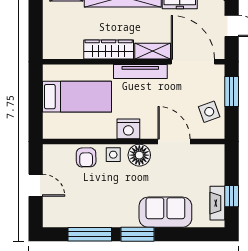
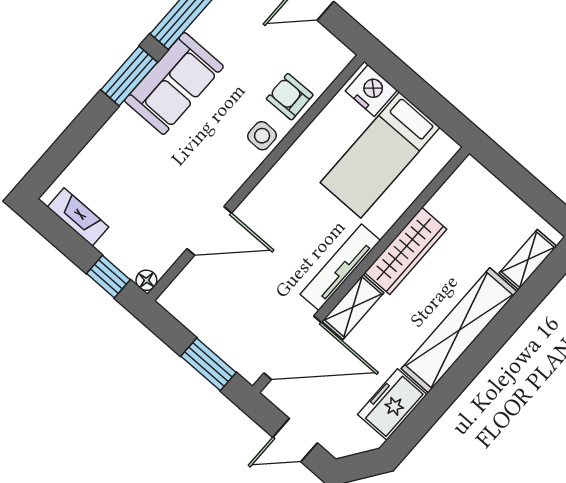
side table: (209, 112) -> (208, 312), removed
nightstand: (128, 129) -> (371, 90), moved, turned 90
floor lamp: (139, 155) -> (146, 280), moved, width x0.53, depth x0.53
window: (232, 196) -> (108, 277), moved
sofa: (165, 212) -> (174, 83), moved

